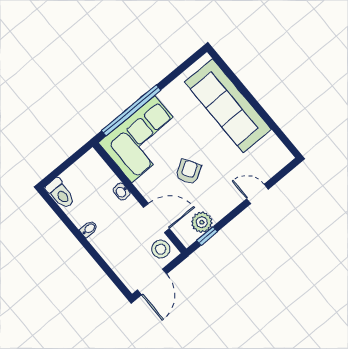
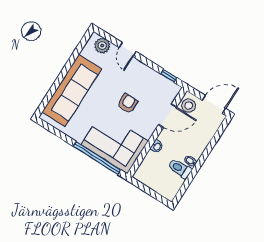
armchair: (188, 172) -> (127, 103), turned 121
toilet: (60, 193) -> (180, 169), moved, turned -90
door: (156, 218) -> (168, 116), swing flipped
plant: (202, 222) -> (102, 46), moved

